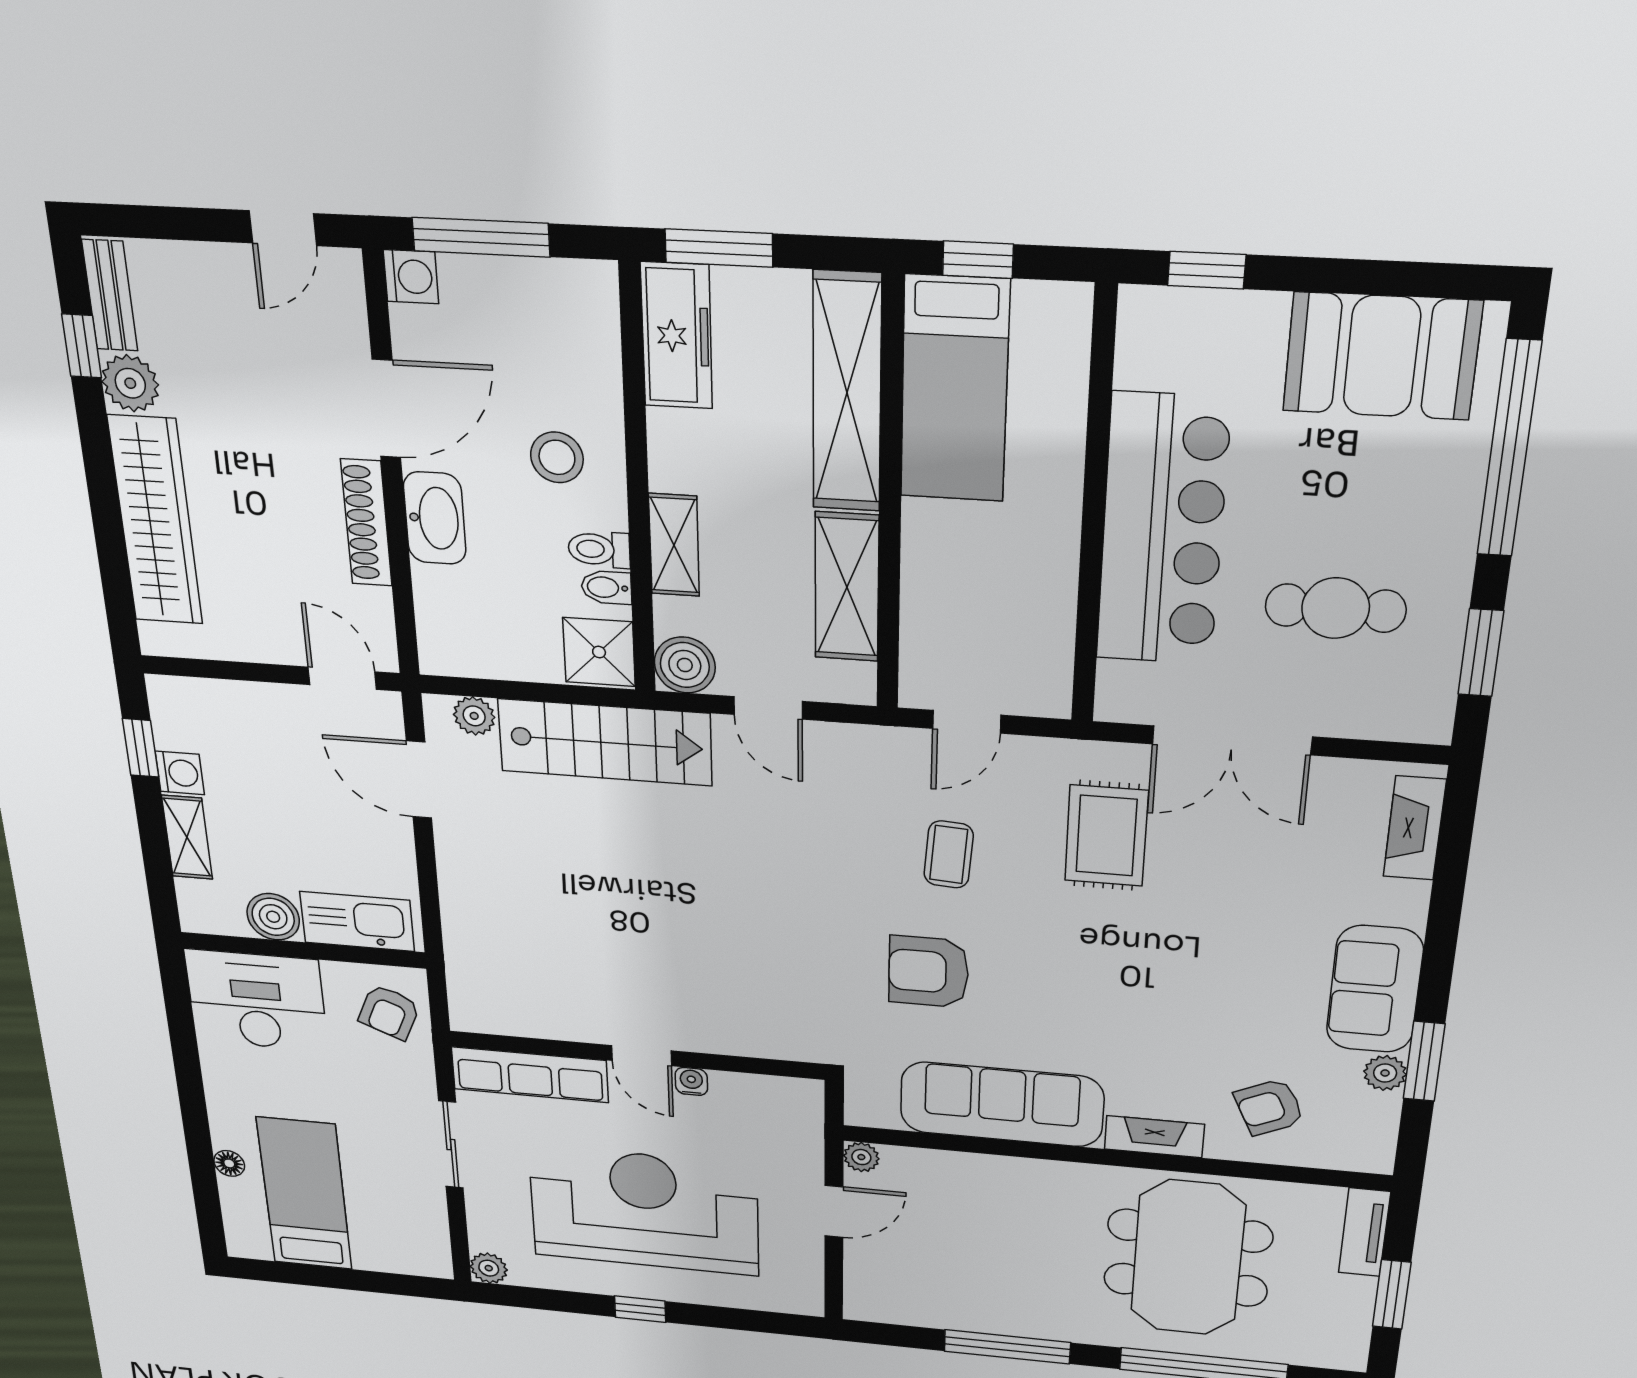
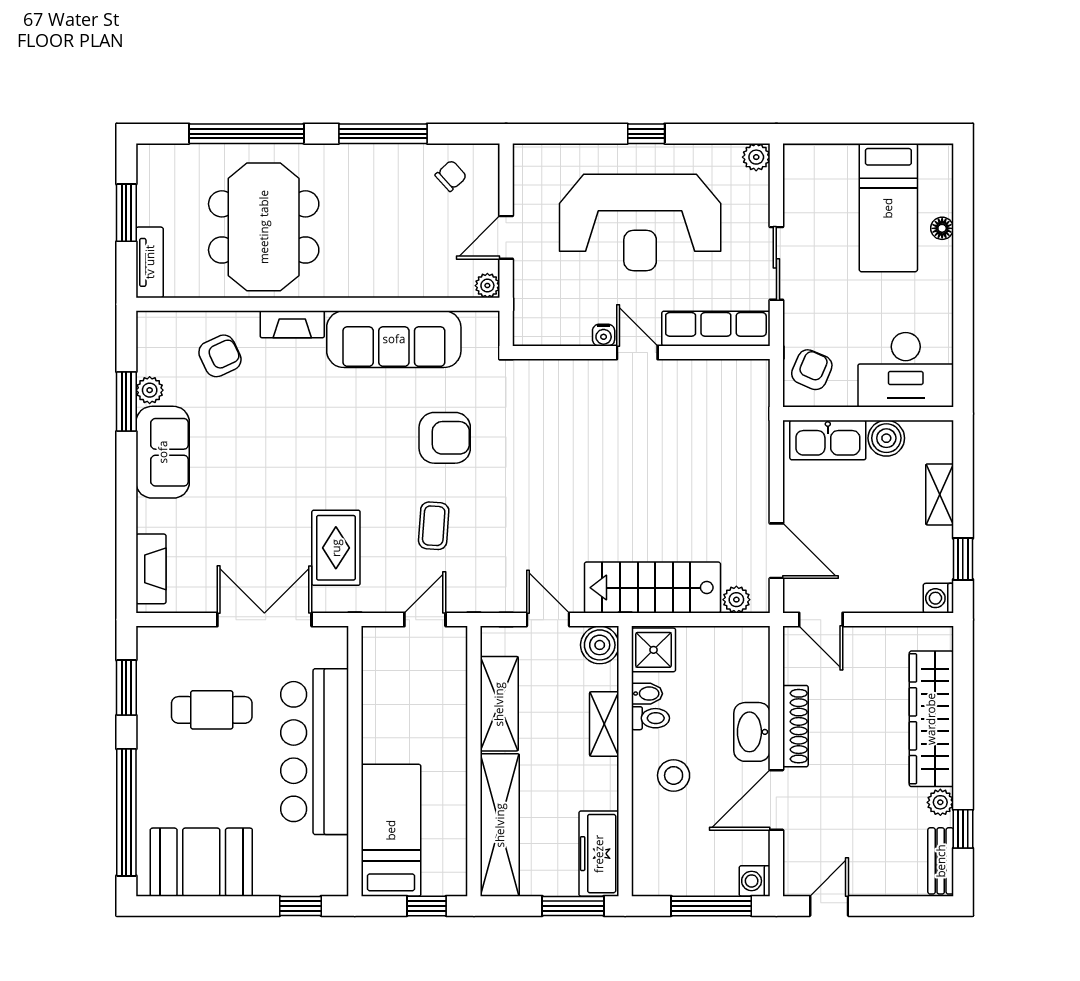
plant: (130, 383) -> (940, 802), width x0.73, depth x0.73
bed: (954, 389) -> (391, 830), moved
washing machine: (180, 773) -> (938, 598), moved
chair: (912, 1290) -> (451, 176), added

